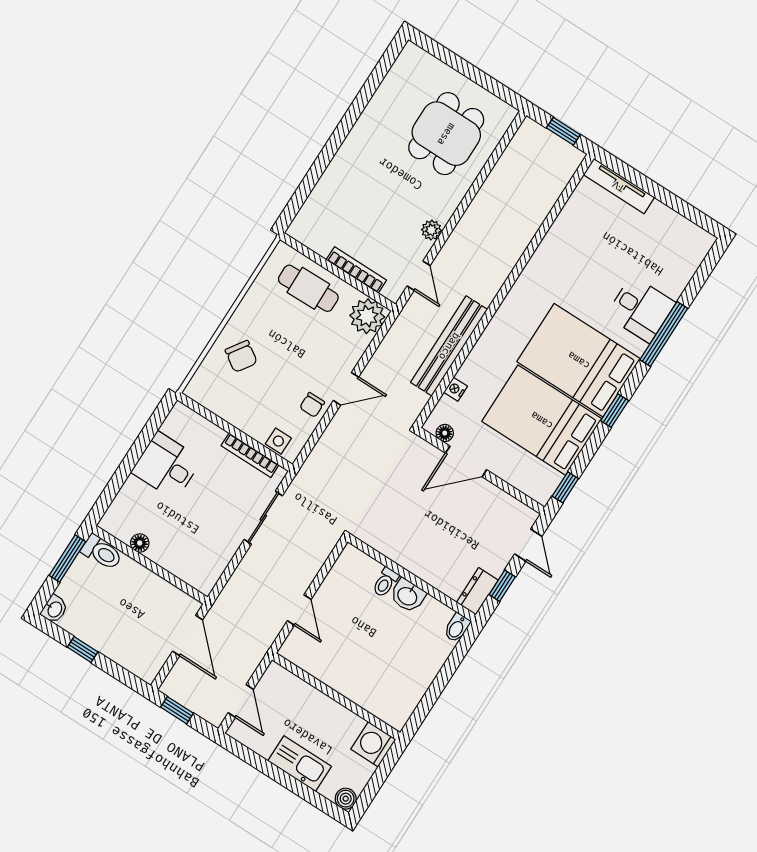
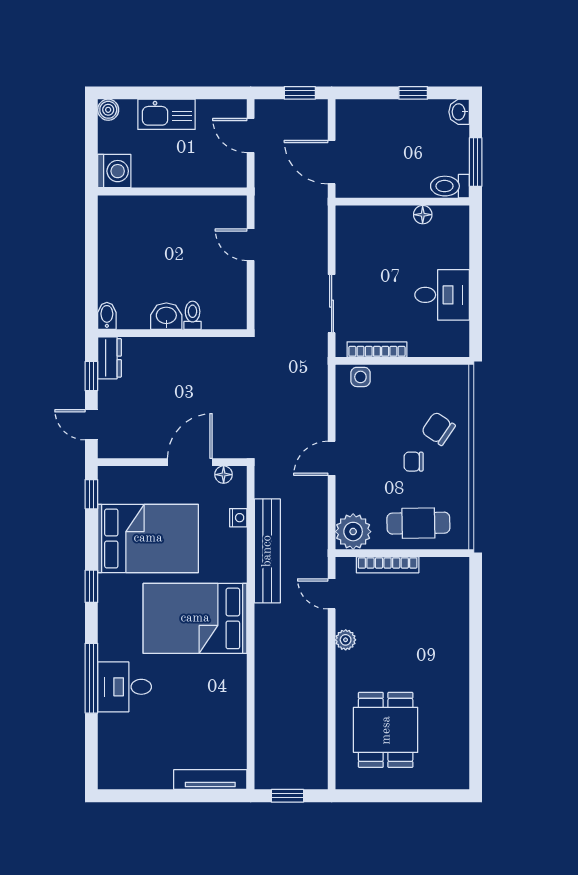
bed: (579, 360) -> (195, 618), moved, turned 180
chair: (312, 405) -> (414, 462), moved, turned -90

